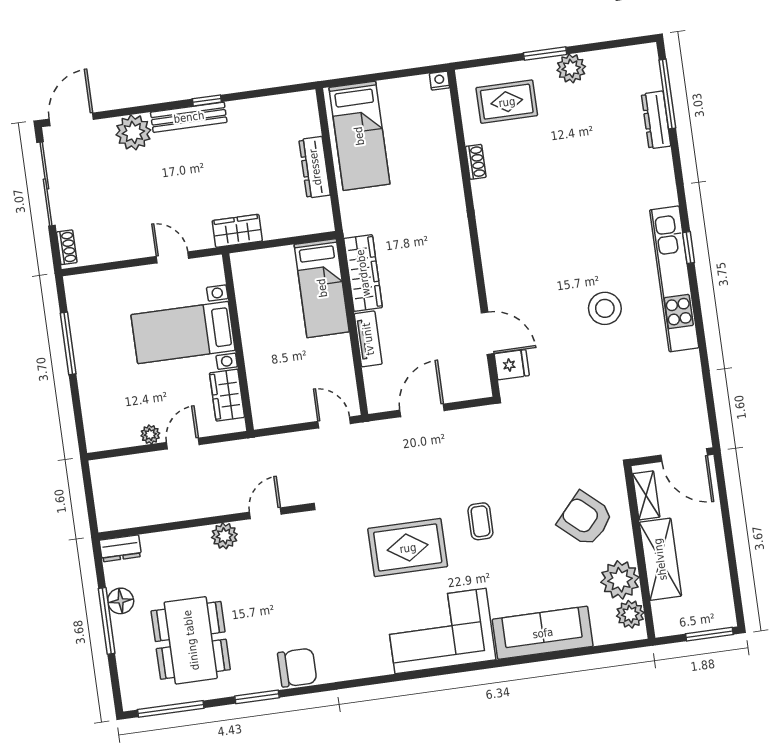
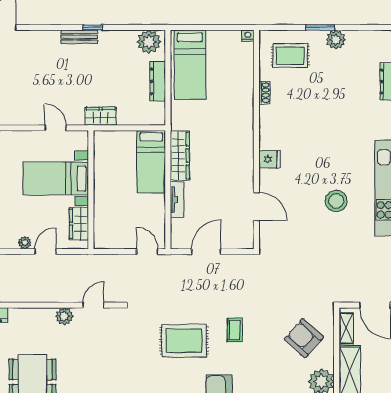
bench: (189, 117) -> (79, 37), width x0.73
plant: (133, 132) -> (149, 42), moved
fridge: (512, 365) -> (270, 159), moved

